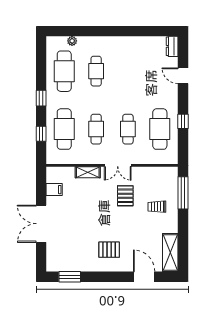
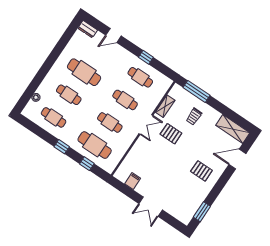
cafe table: (64, 71) -> (54, 117), width x0.73, depth x0.74
cafe table: (128, 71) -> (84, 72), added
cafe table: (160, 129) -> (140, 77), width x0.73, depth x0.74
shelving: (88, 172) -> (165, 106), moved
double door: (41, 224) -> (151, 207), width x0.73
pallet: (109, 250) -> (201, 171), turned 90

